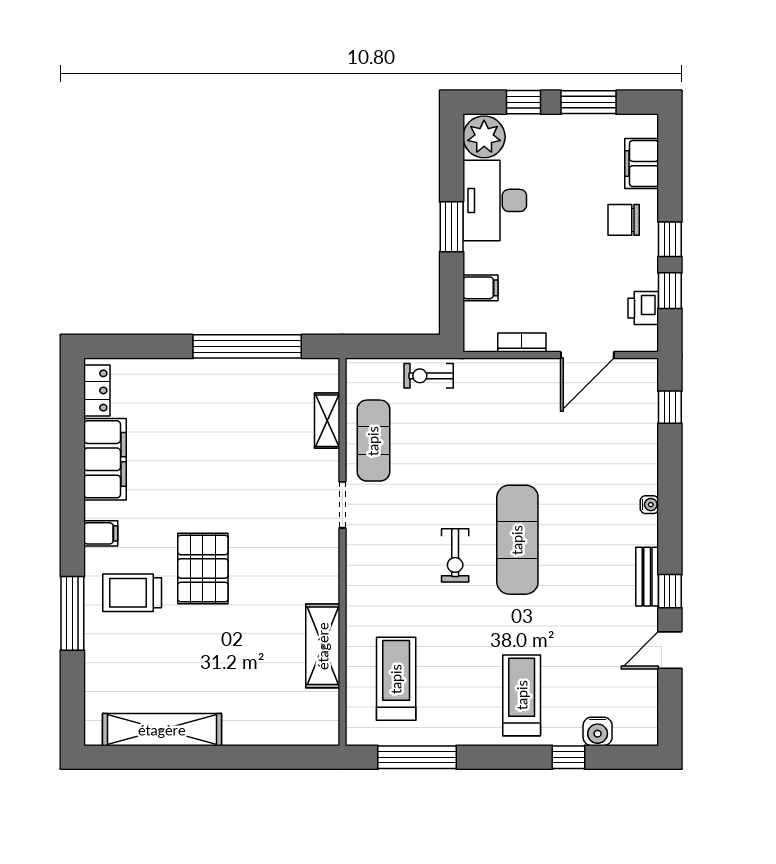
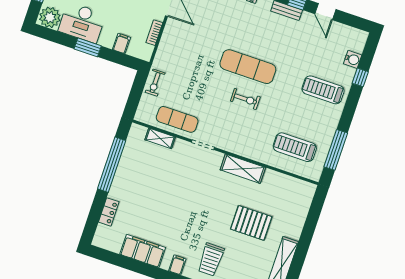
locker: (97, 390) -> (109, 212), moved, turned 90
pallet: (203, 569) -> (251, 223), moved
shelving: (323, 646) -> (243, 169), moved

